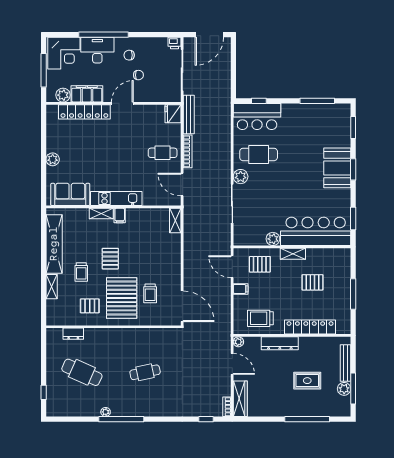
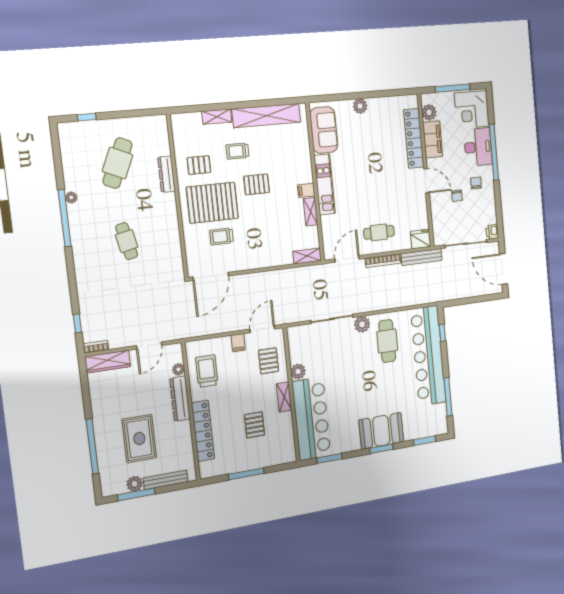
bar counter: (257, 117) -> (428, 356), width x1.86
cafe table: (163, 153) -> (379, 232), turned 90
shelving: (101, 214) -> (311, 212), moved
pallet: (90, 306) -> (199, 165), turned 90
dresser: (73, 334) -> (166, 174), moved, width x1.44
plant: (238, 342) -> (178, 369), moved
rug: (307, 381) -> (139, 438), width x1.36, depth x1.43

